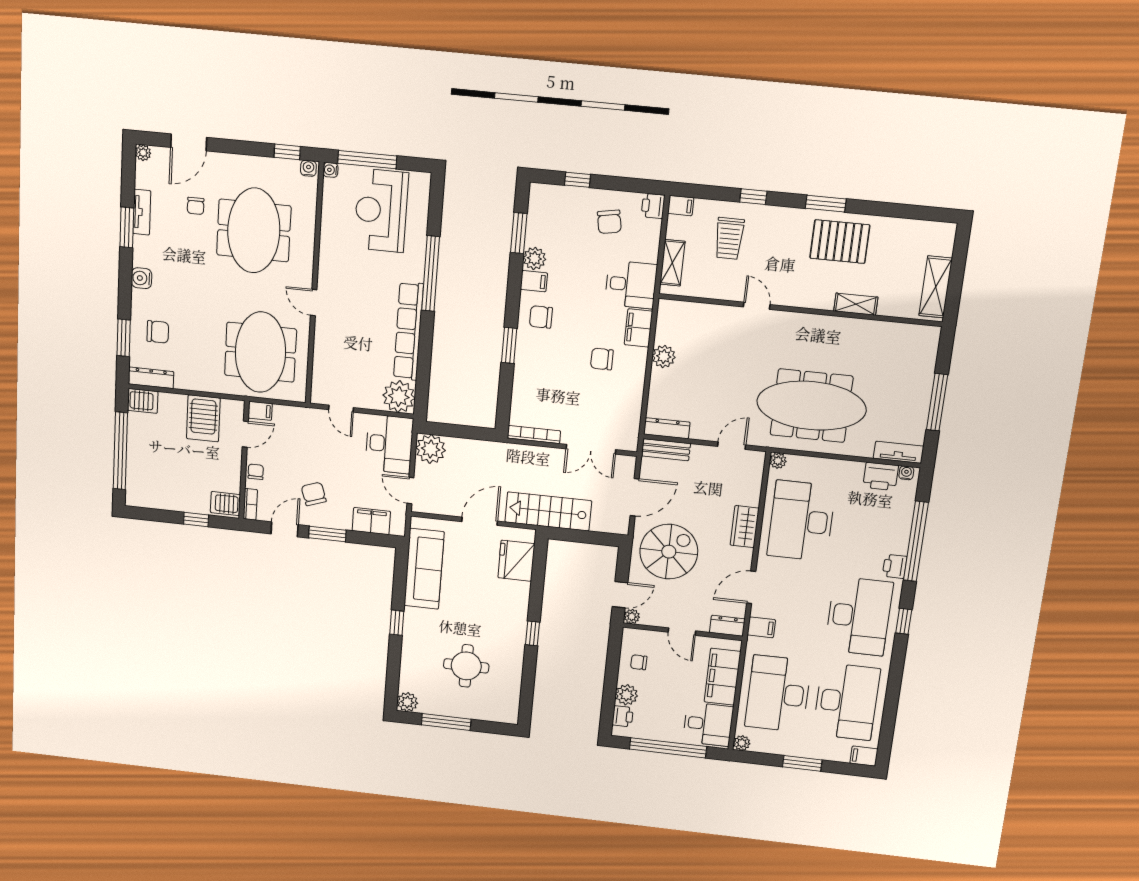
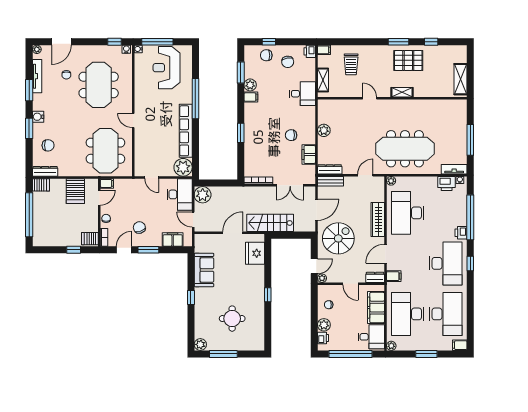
window: (753, 197) -> (431, 42), moved
tv unit: (142, 212) -> (37, 76), width x1.41
shelving: (856, 304) -> (402, 92), moved
chair: (541, 317) -> (266, 55), moved
filing cabinet: (638, 328) -> (309, 155), moved
window: (124, 338) -> (29, 128), moved
wardrobe: (745, 527) -> (378, 220), width x1.50
sofa: (424, 569) -> (204, 270), width x0.73

